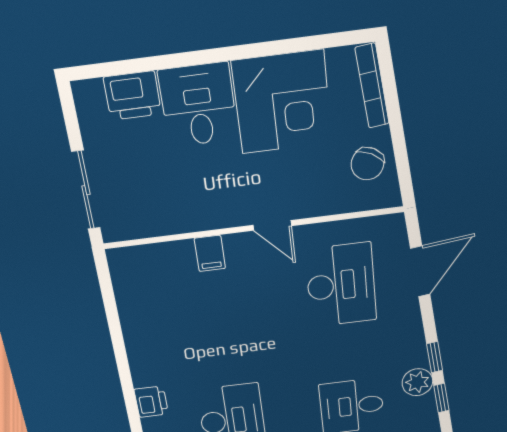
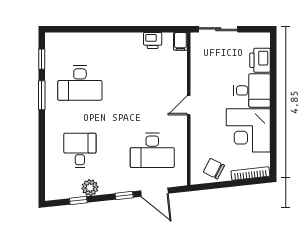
door: (272, 225) -> (189, 105), moved
filing cabinet: (210, 253) -> (180, 41), moved, turned -90
window: (435, 357) -> (124, 195), moved
printer: (151, 402) -> (153, 40), moved

